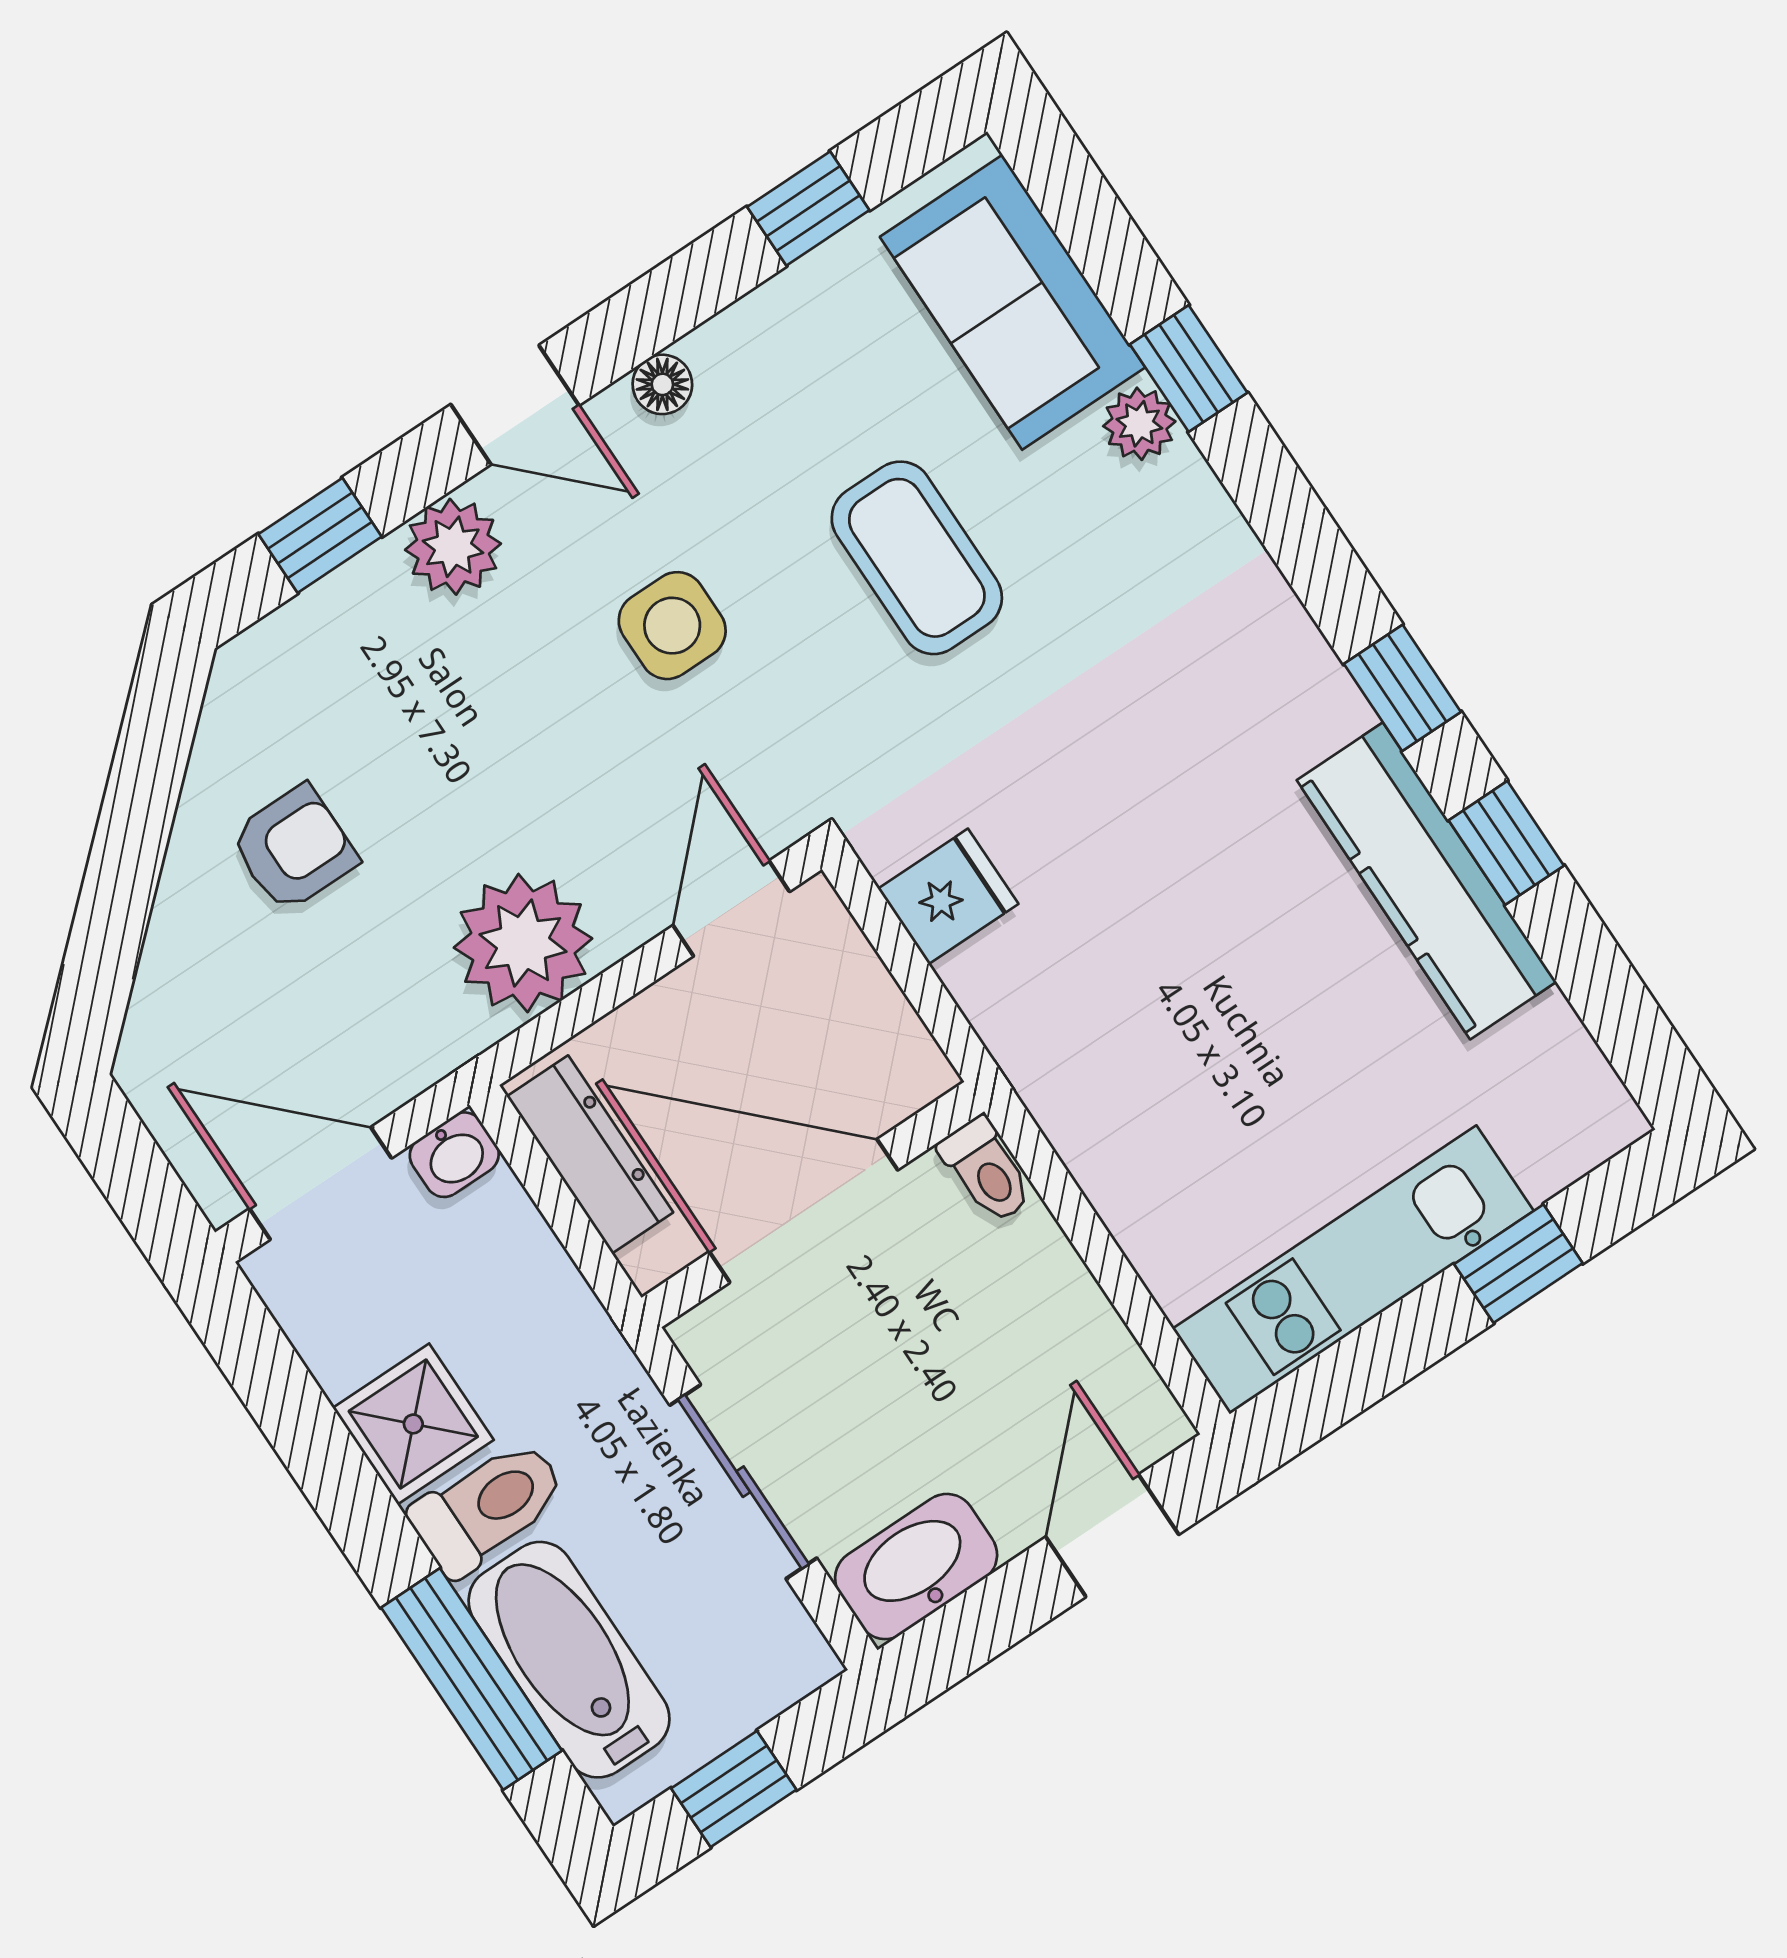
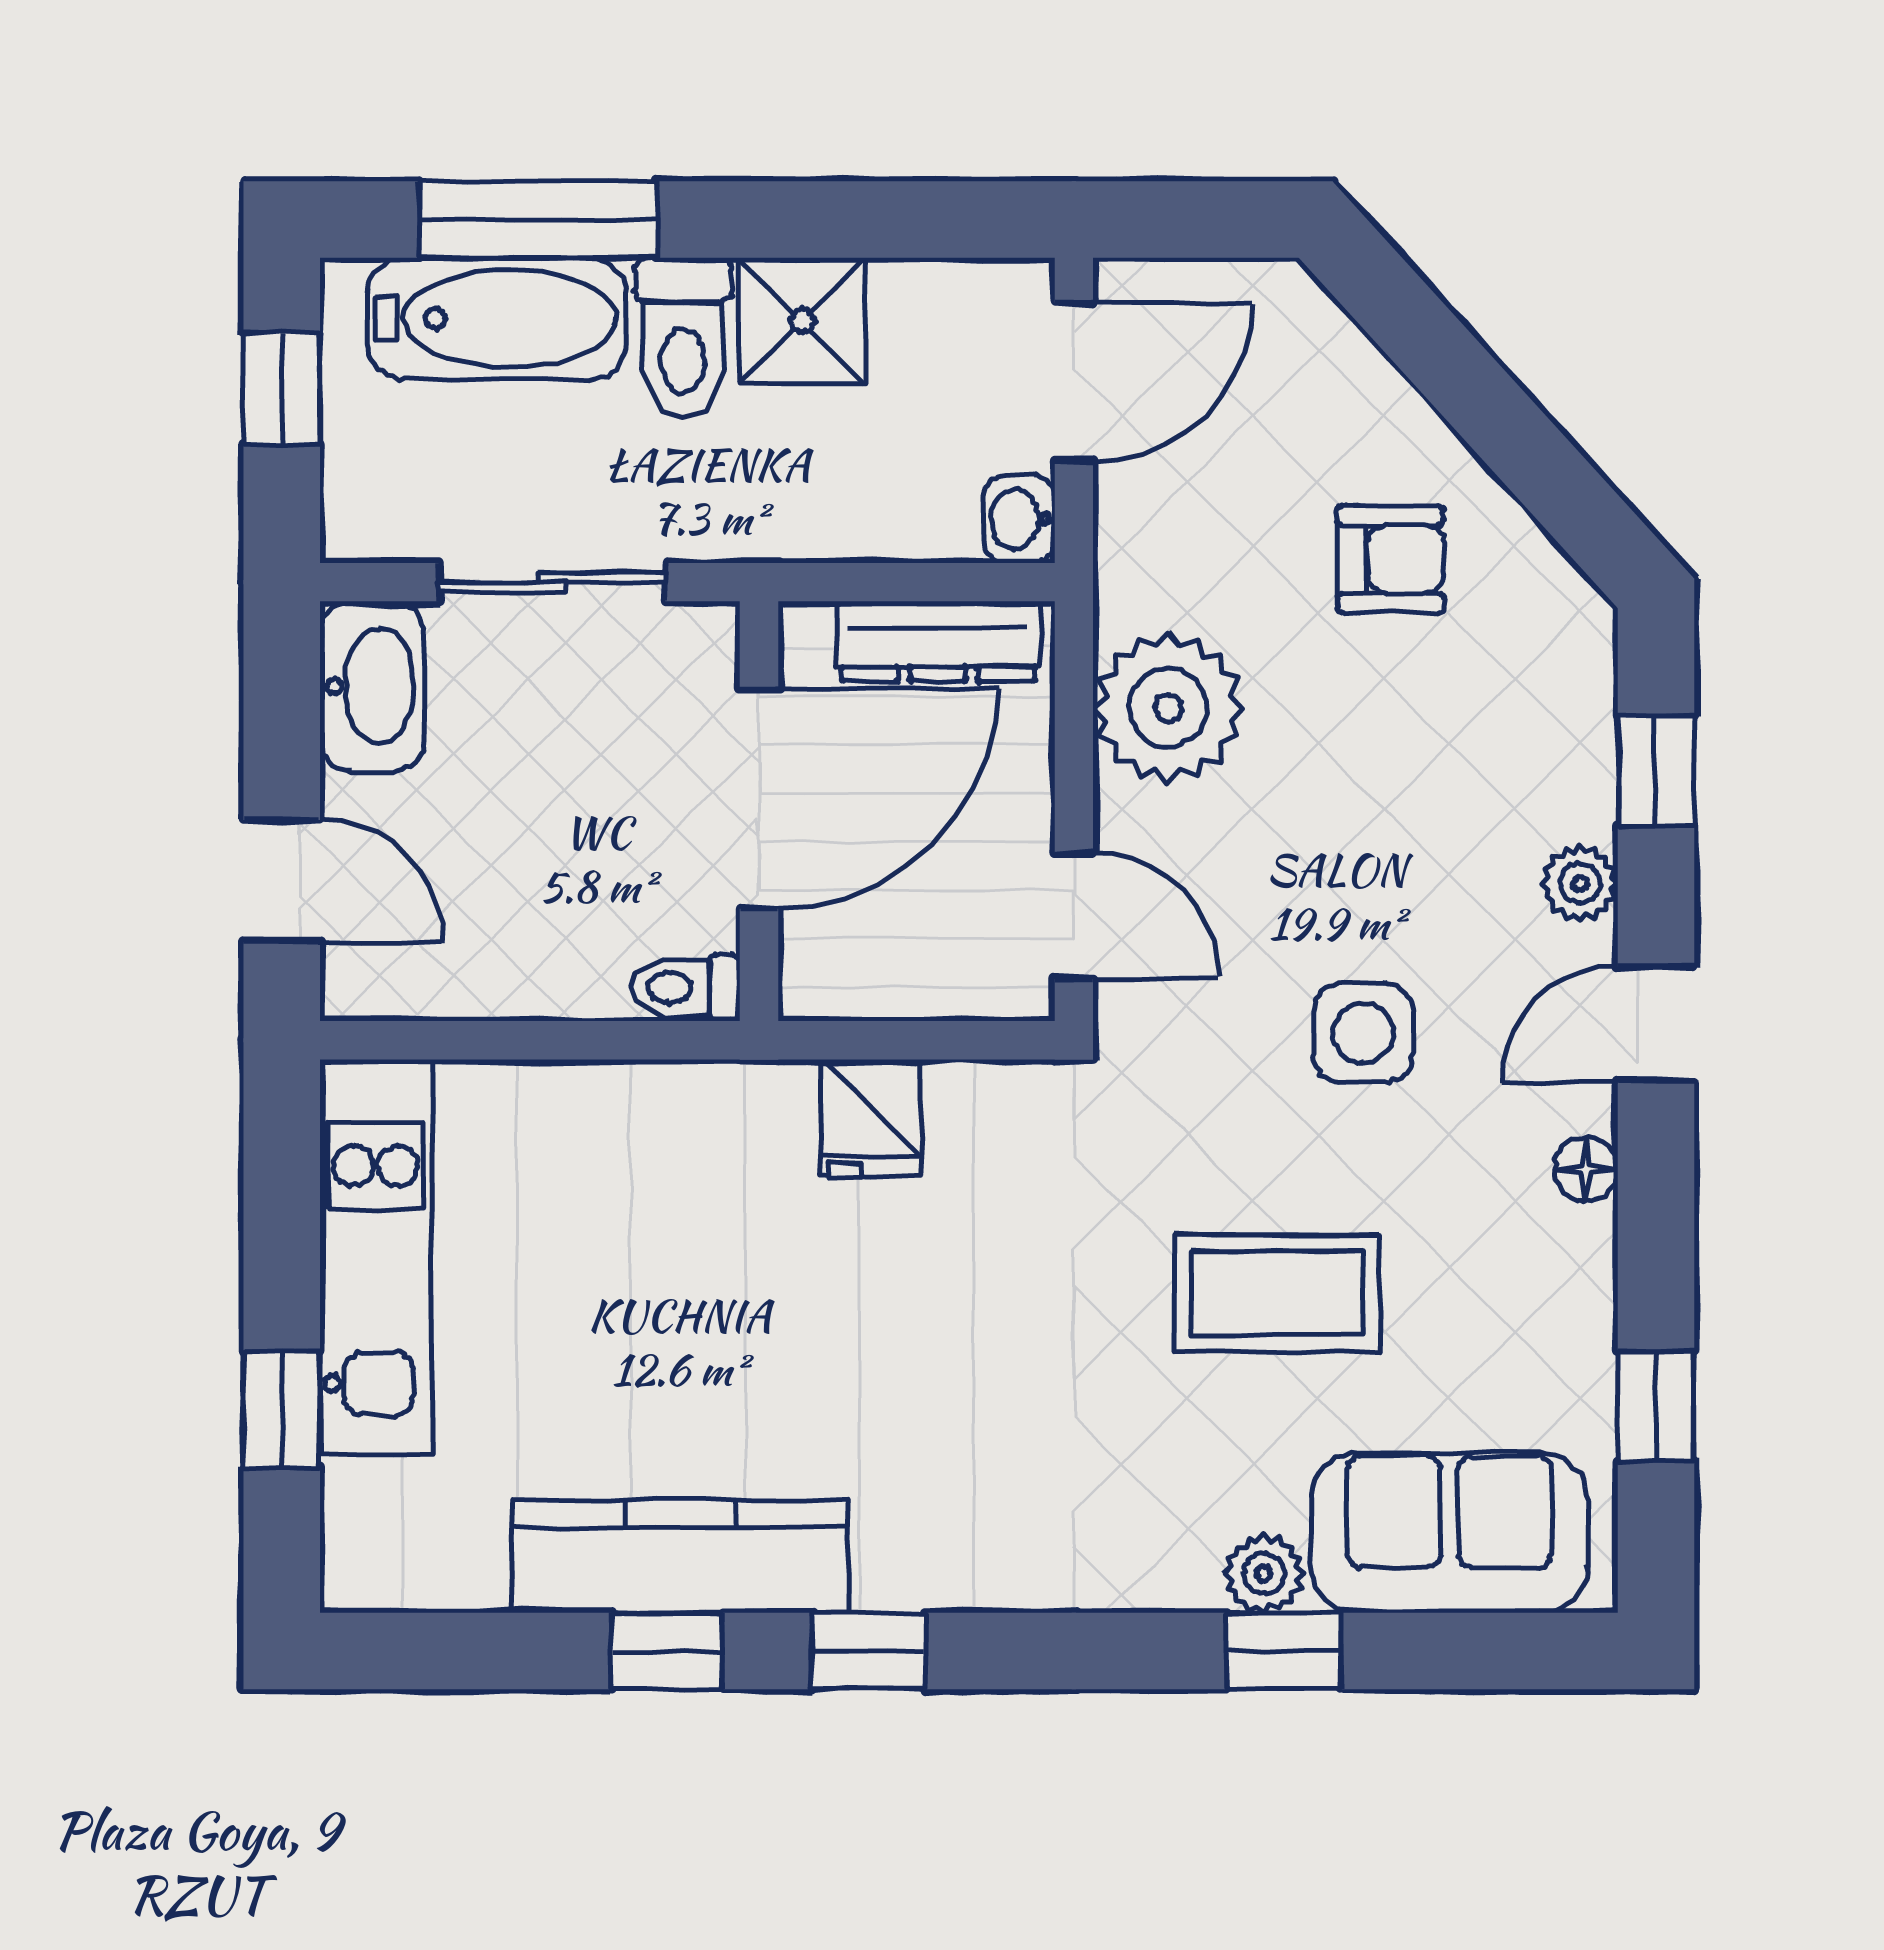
plant: (453, 547) -> (1580, 883), width x0.73, depth x0.73
armchair: (294, 848) -> (1391, 559), turned -90
fridge: (948, 896) -> (871, 1118), moved

